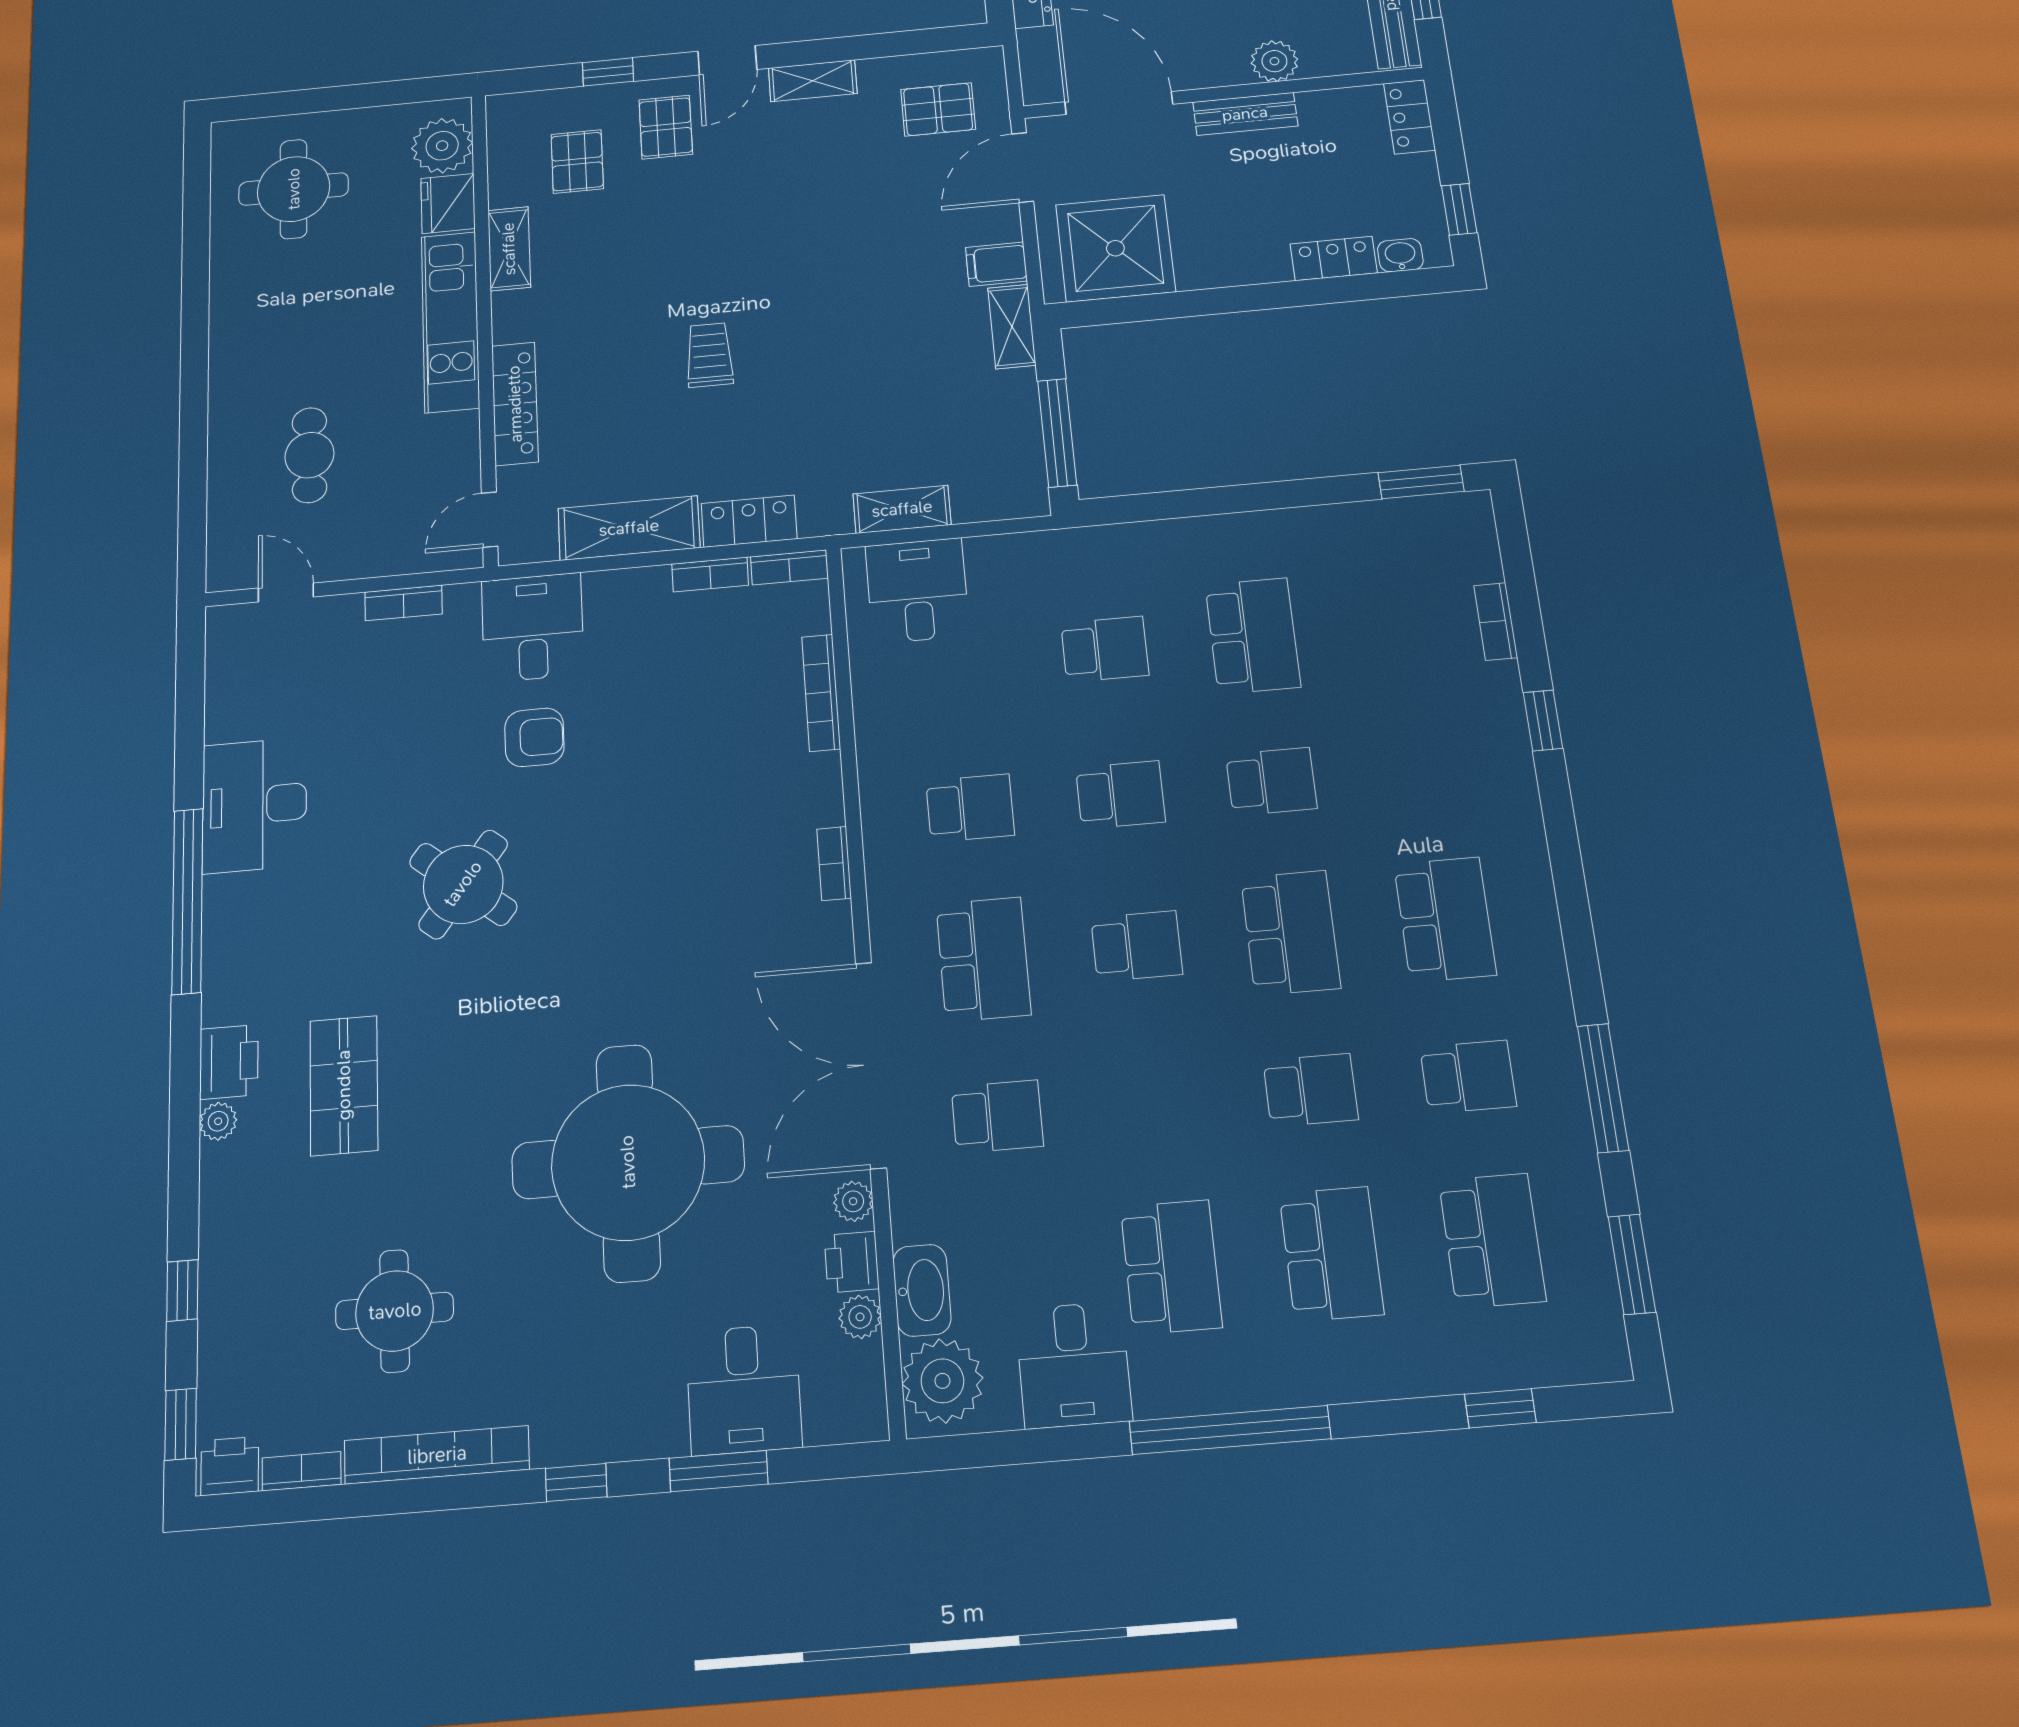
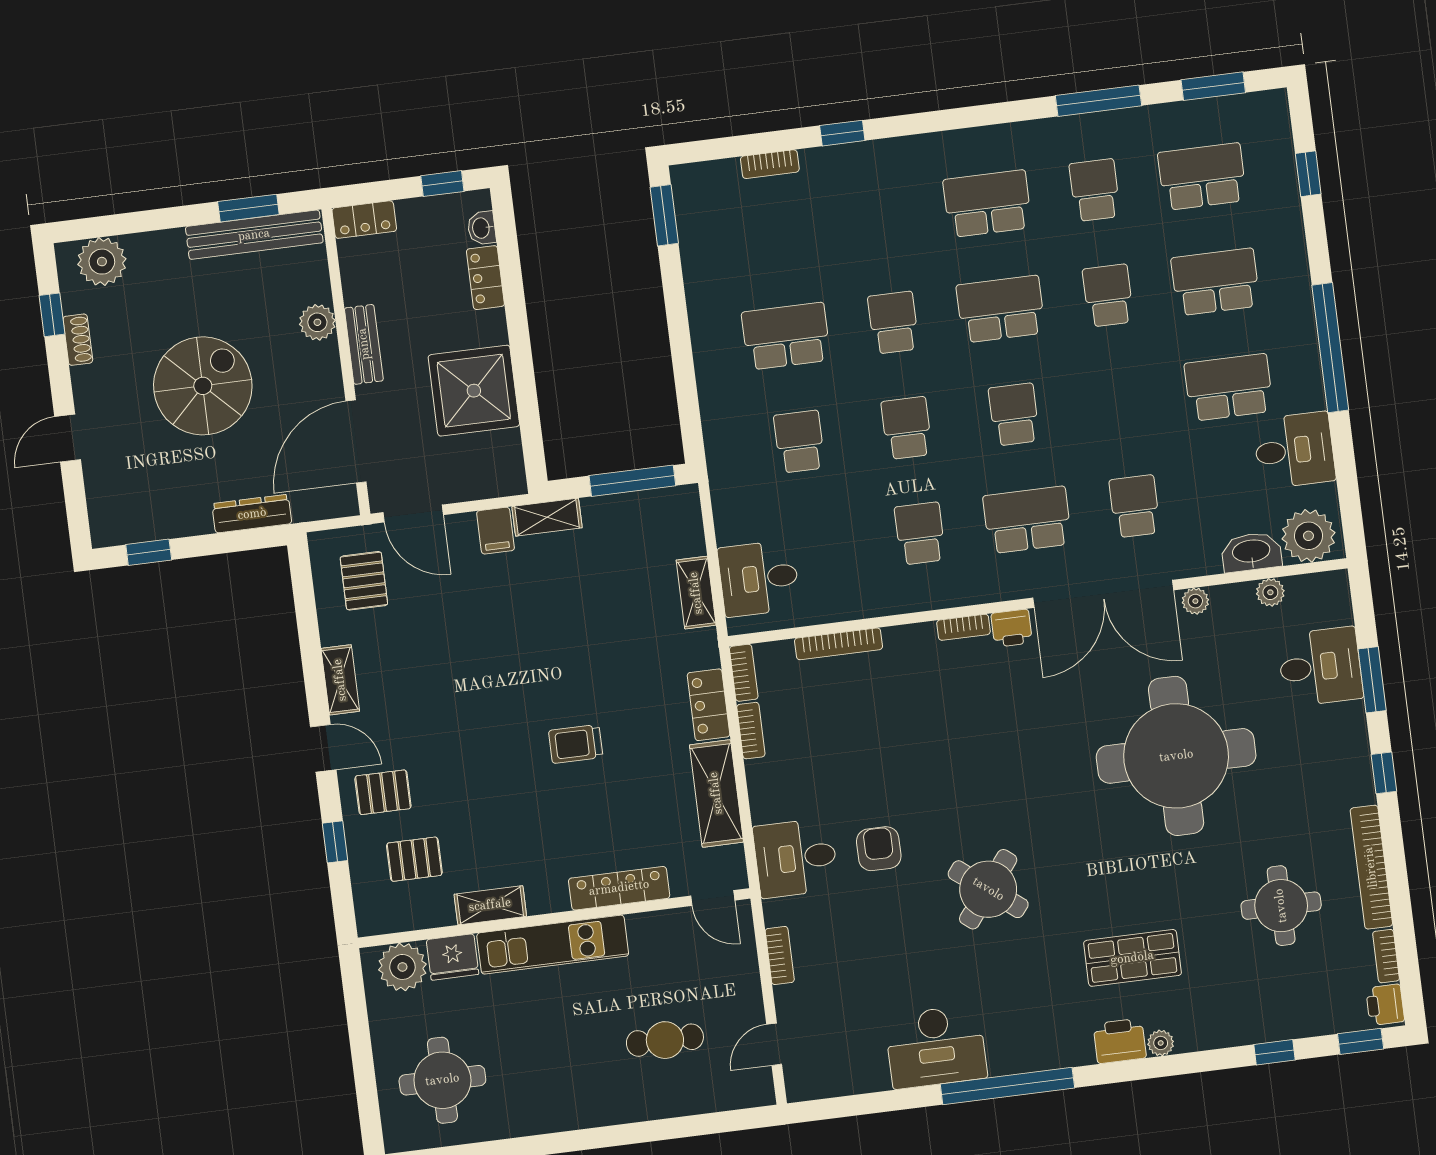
shower: (1115, 248) -> (474, 391), moved
printer: (852, 1262) -> (1012, 628), moved

